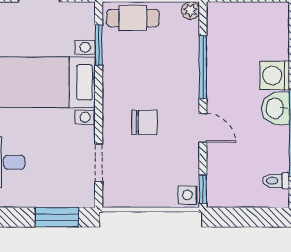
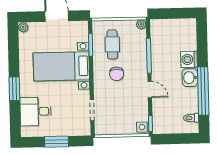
cafe table: (133, 18) -> (112, 44), moved, turned 90
chair: (145, 122) -> (117, 74), moved, turned 90
window: (57, 217) -> (57, 142), moved

